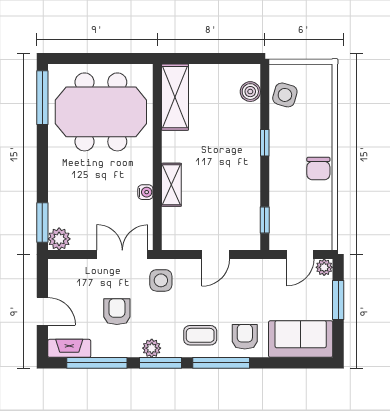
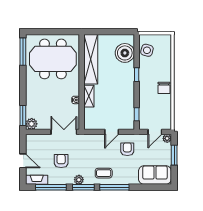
boiler: (250, 92) -> (125, 53), width x1.86, depth x1.86
shelving: (175, 97) -> (91, 59), width x1.47
side table: (161, 280) -> (84, 145), removed
armchair: (245, 337) -> (127, 149), moved

